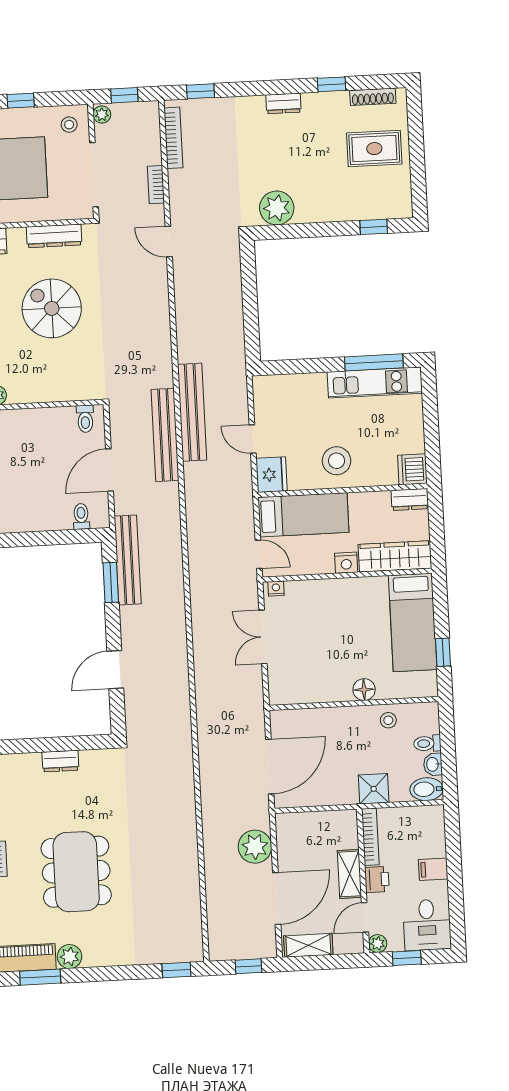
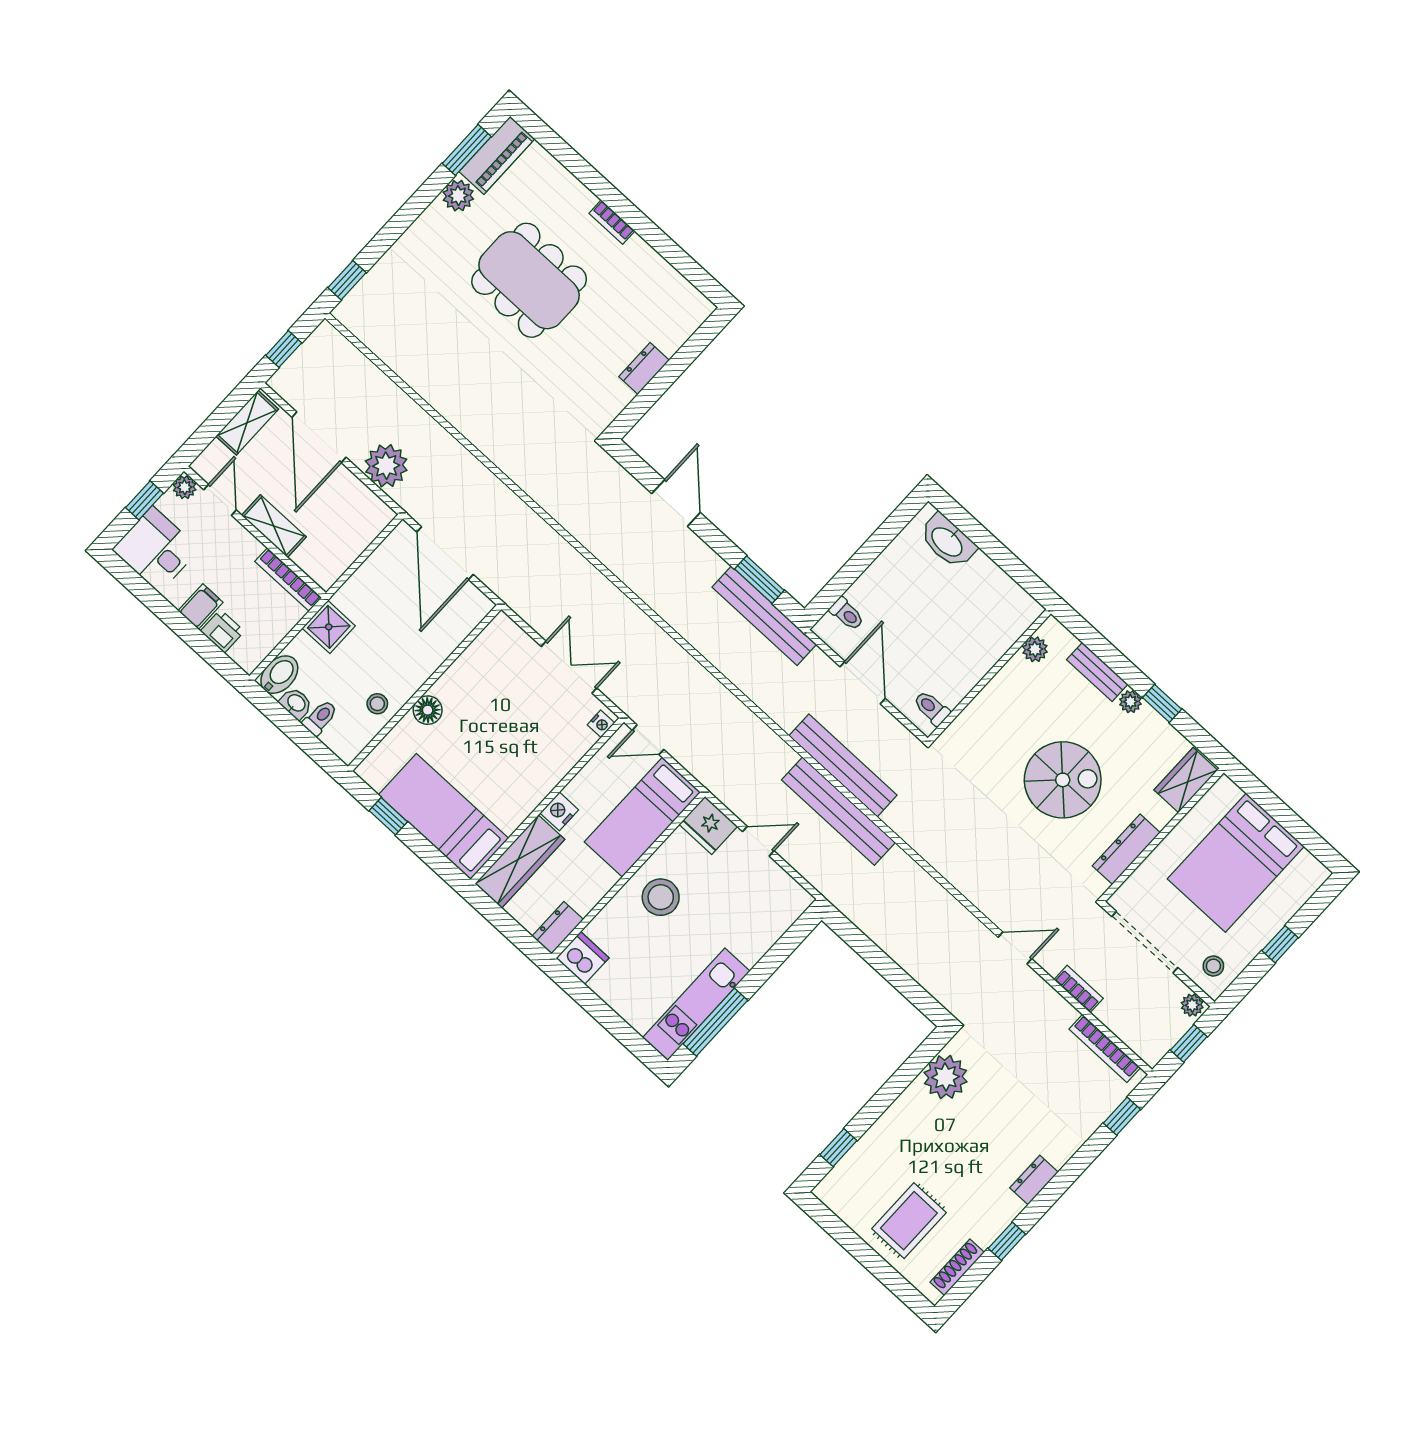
printer: (377, 879) -> (222, 631), moved, turned 180

